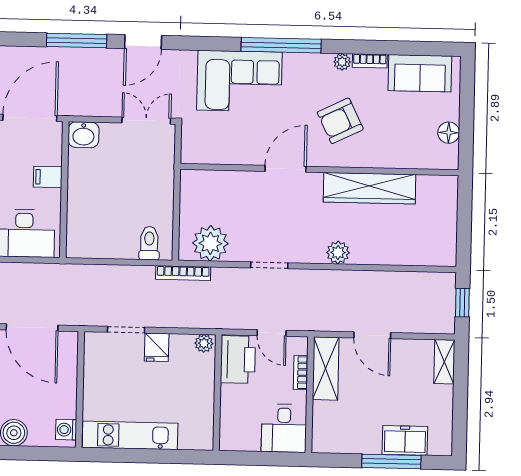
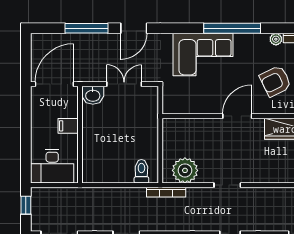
double door: (146, 121) -> (124, 84), moved
plant: (338, 253) -> (276, 175), removed

